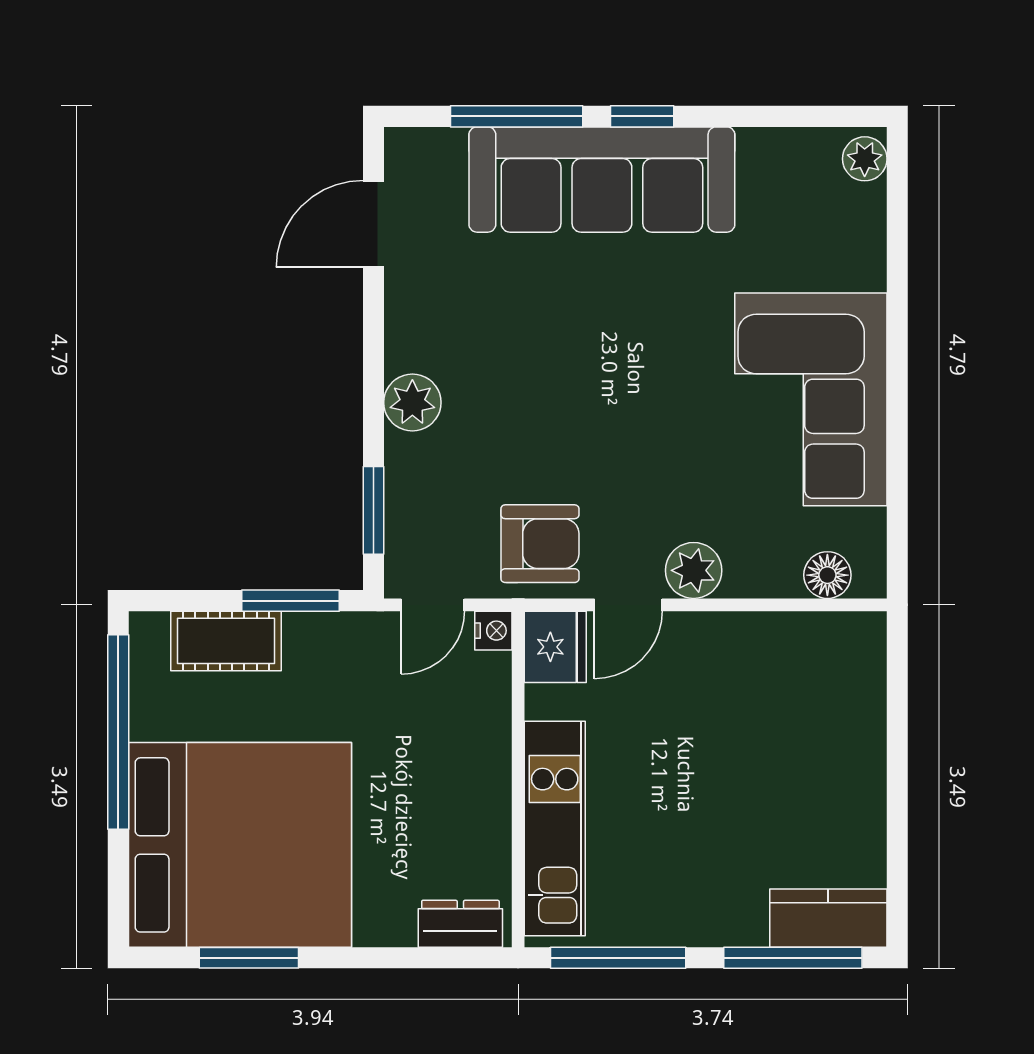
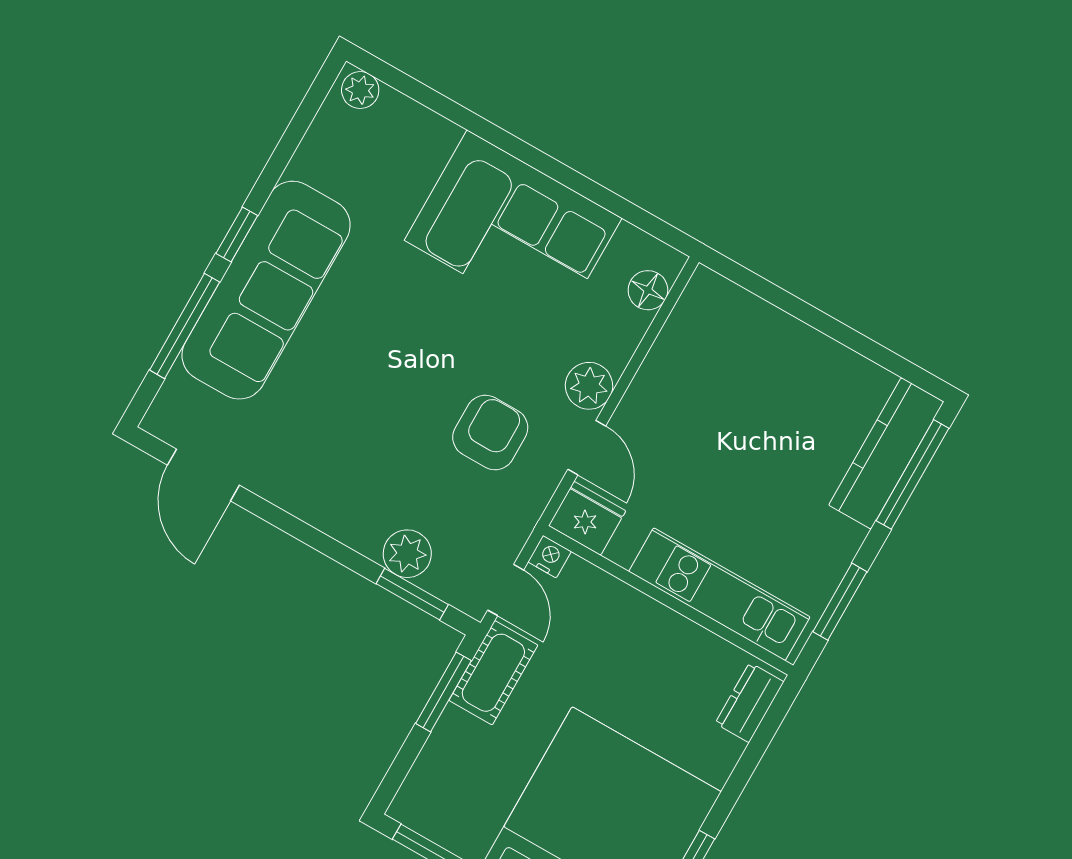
plant: (412, 402) -> (407, 554), moved
armchair: (540, 544) -> (490, 433), moved
cot: (226, 641) -> (493, 673), moved
kitchen counter: (828, 918) -> (886, 453), width x1.50
window: (618, 958) -> (840, 602), width x0.69

